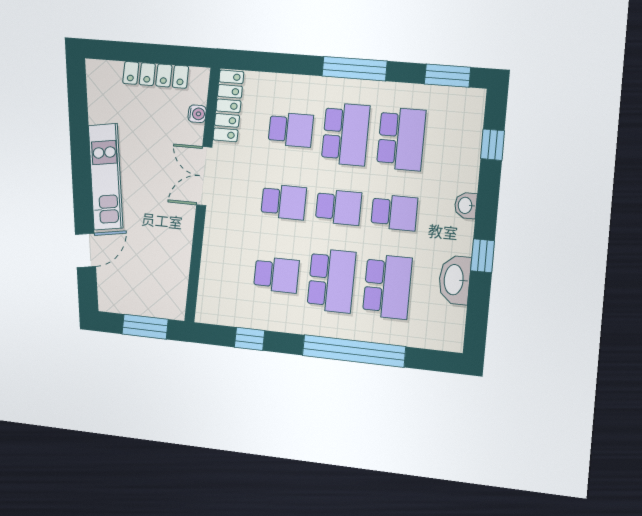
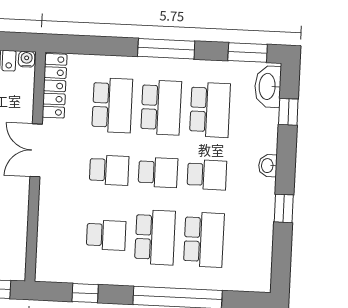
water cooler: (197, 114) -> (27, 59), moved, turned -90
school desk: (291, 130) -> (112, 105), width x1.85
washbasin: (455, 280) -> (268, 86), moved

